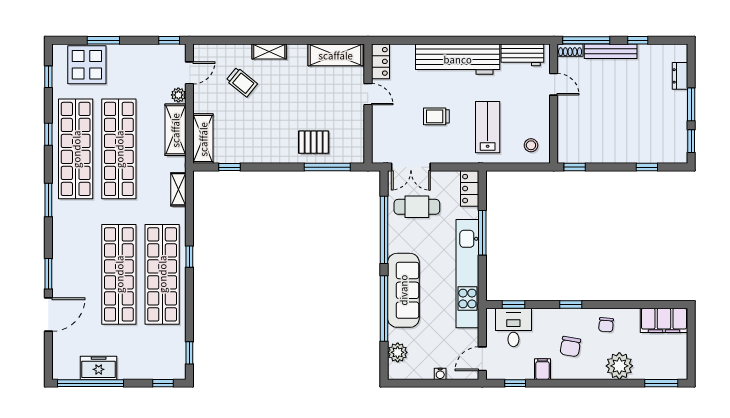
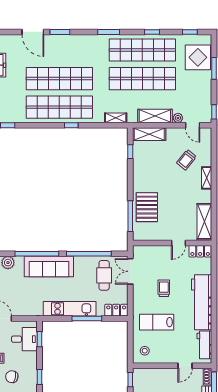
lab bench: (488, 127) -> (157, 322), turned 180
pallet: (314, 142) -> (147, 207), width x1.50, depth x1.42
kitchen unit: (467, 274) -> (70, 309), width x0.73

